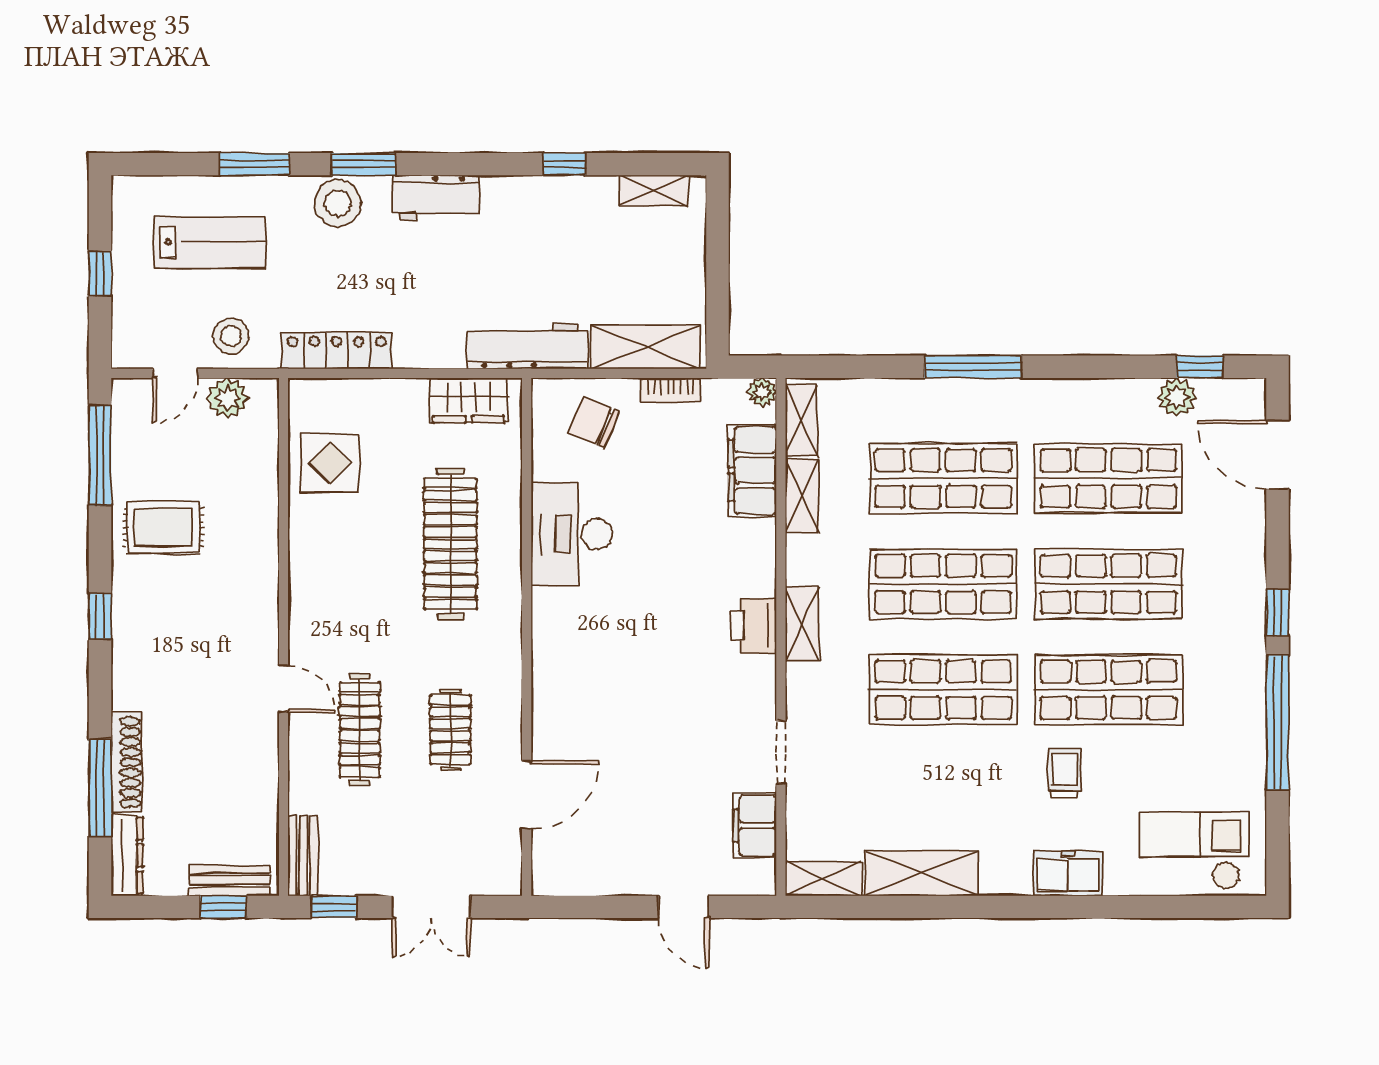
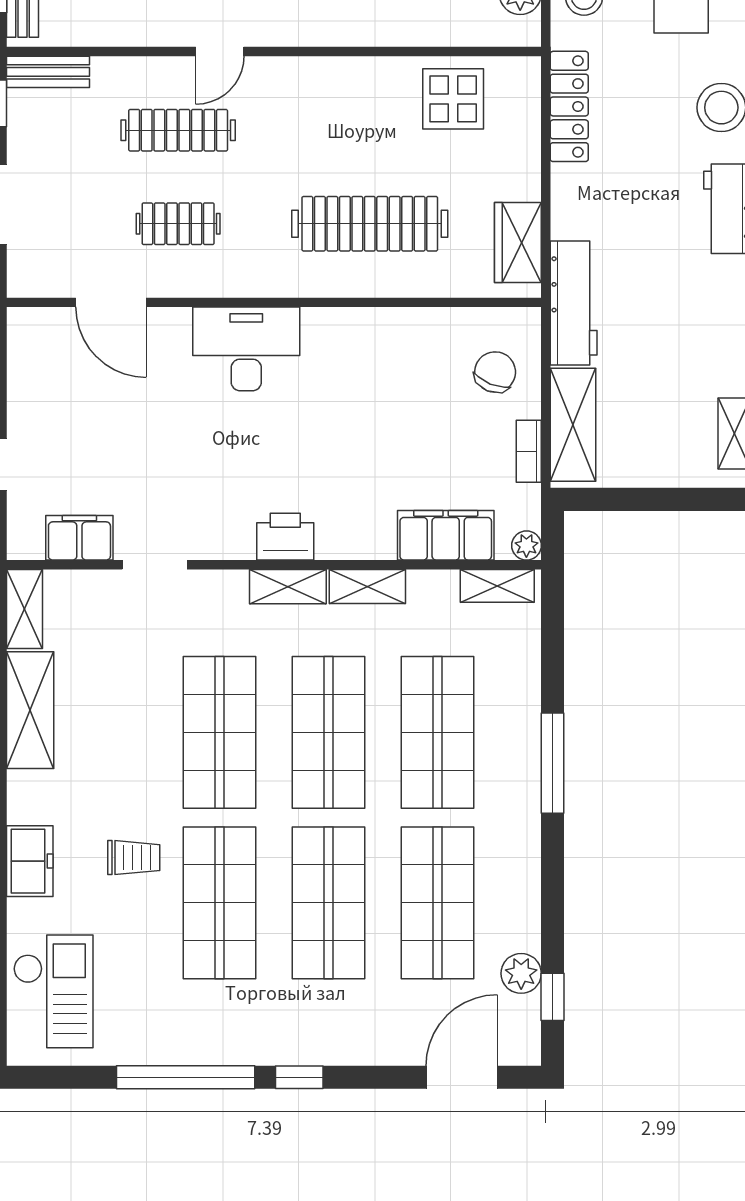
shelving: (802, 496) -> (367, 586), moved
desk: (572, 534) -> (246, 349), moved

